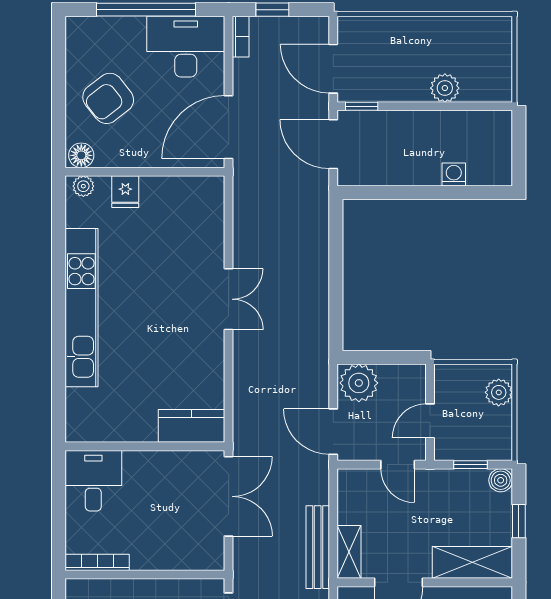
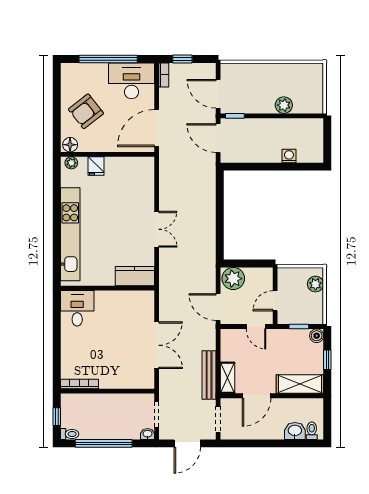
kitchen counter: (192, 426) -> (135, 276), moved
wall: (145, 446) -> (107, 288), moved
desk: (93, 481) -> (77, 308), moved

